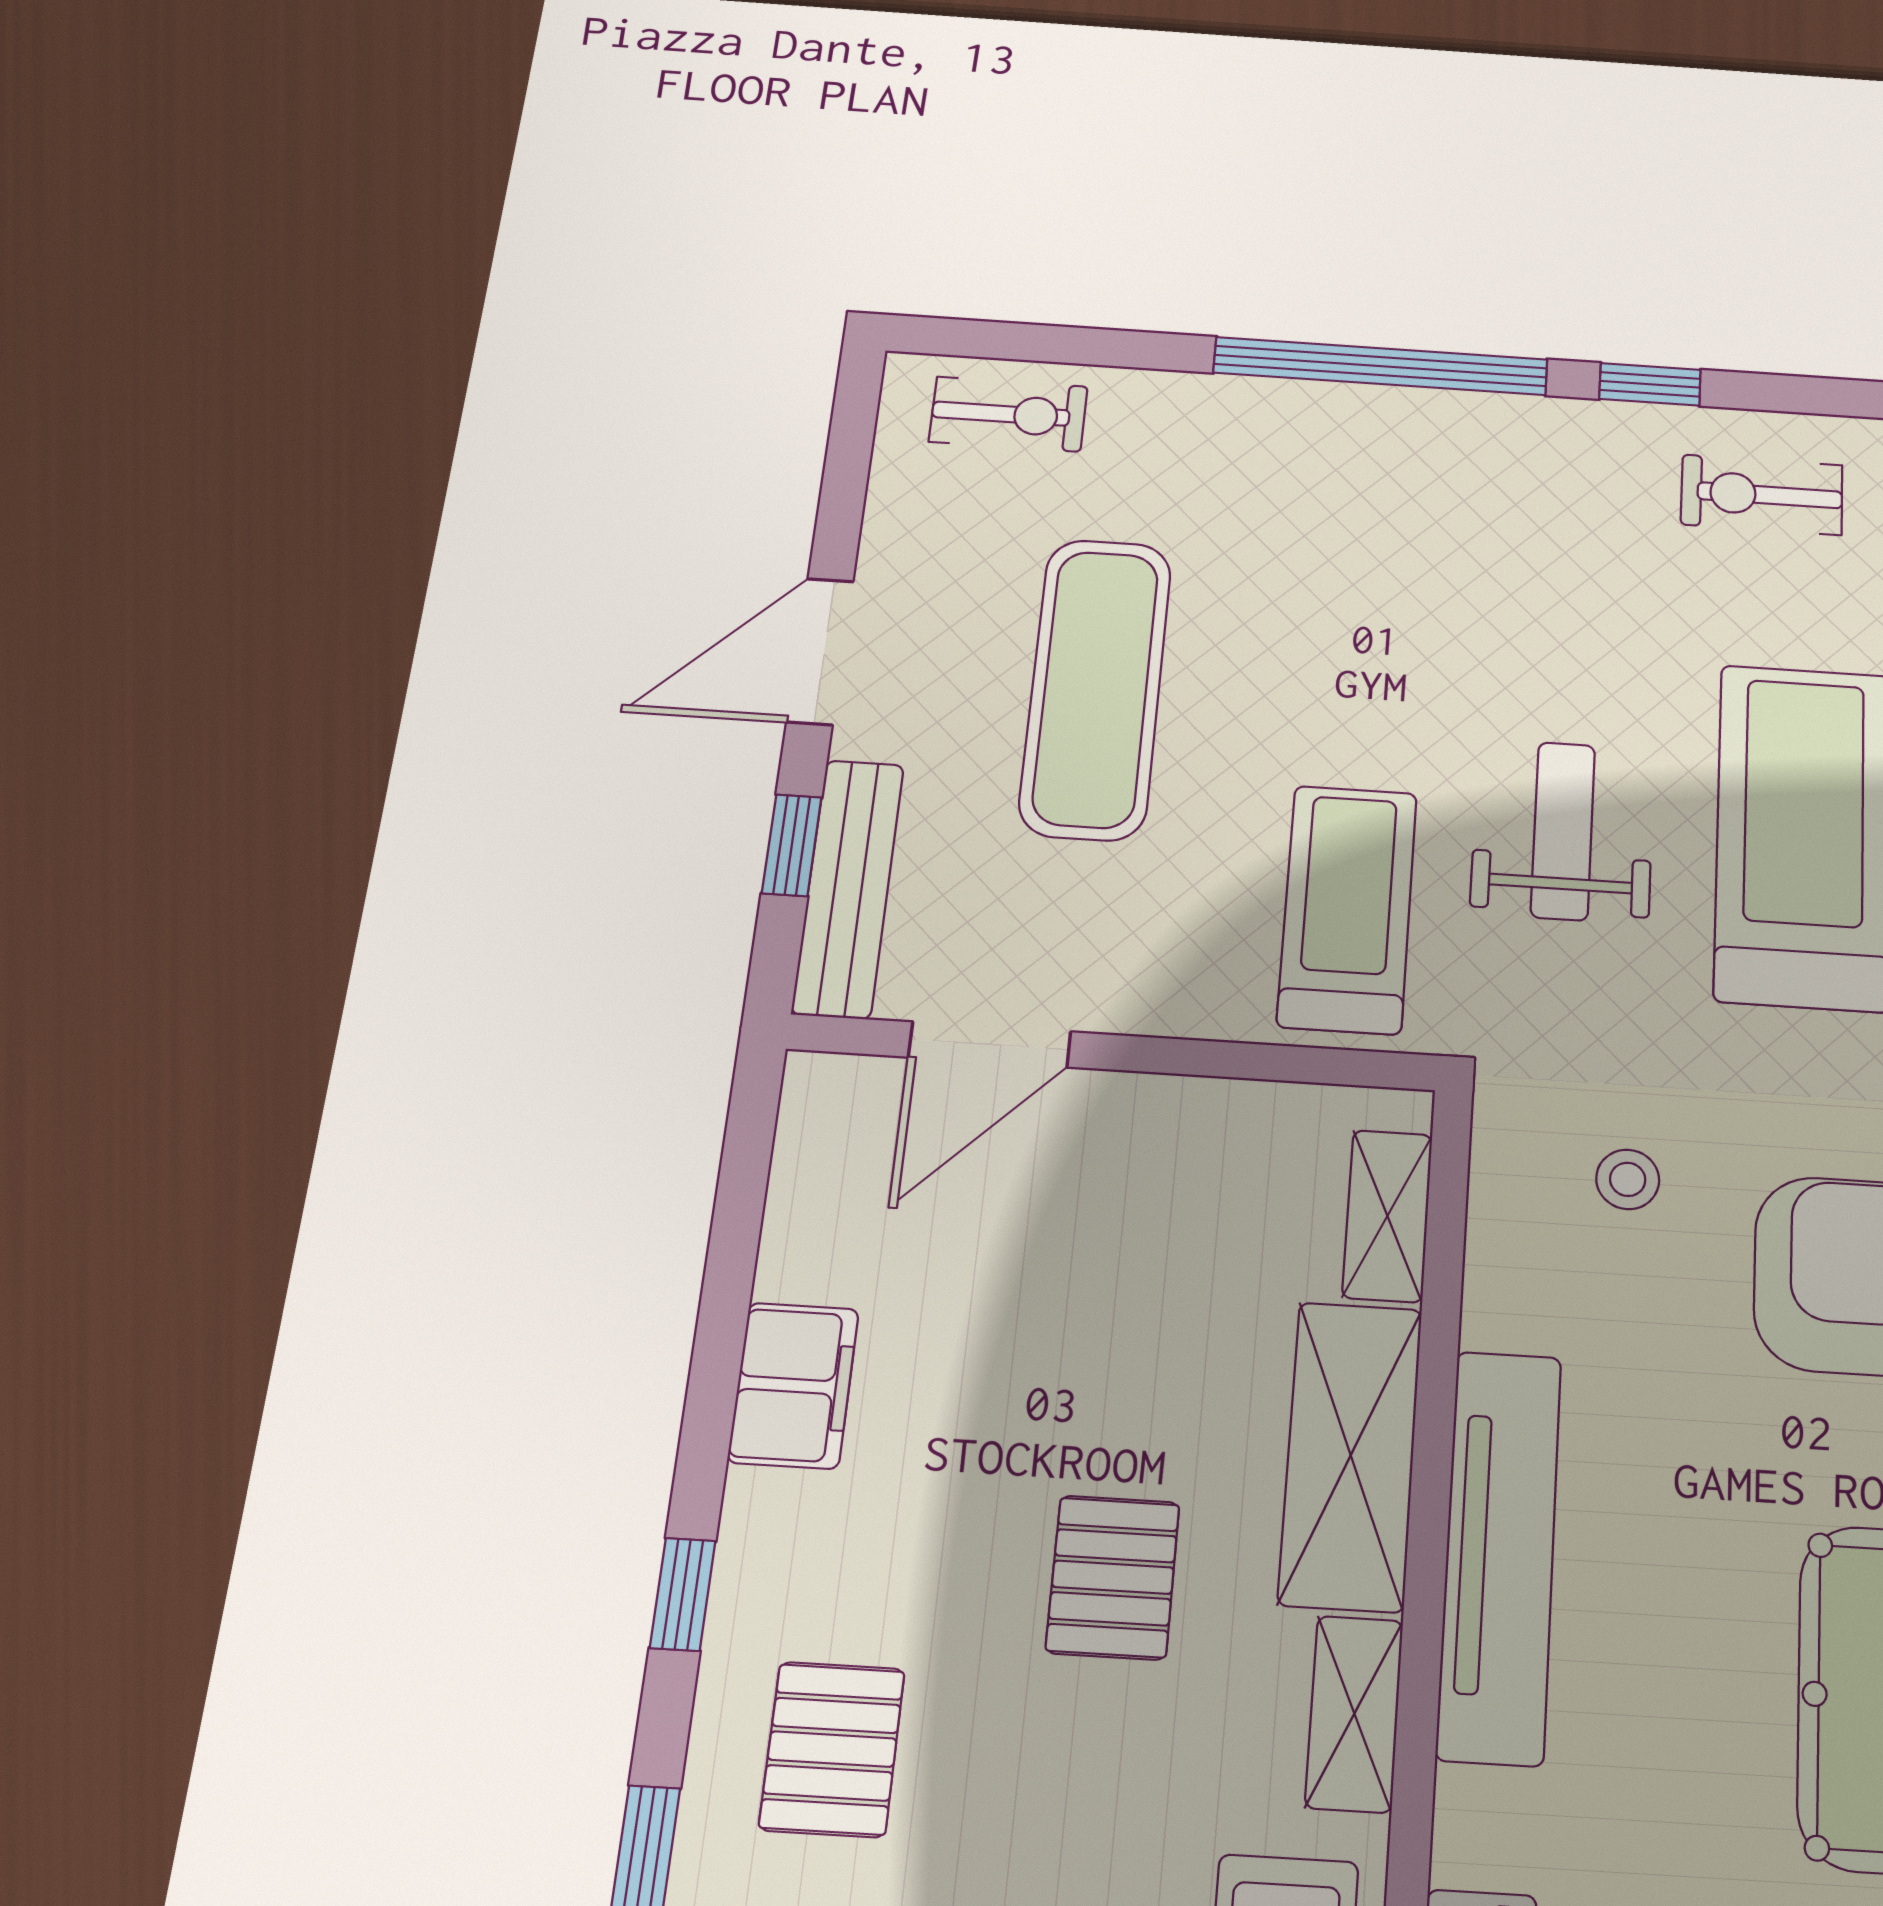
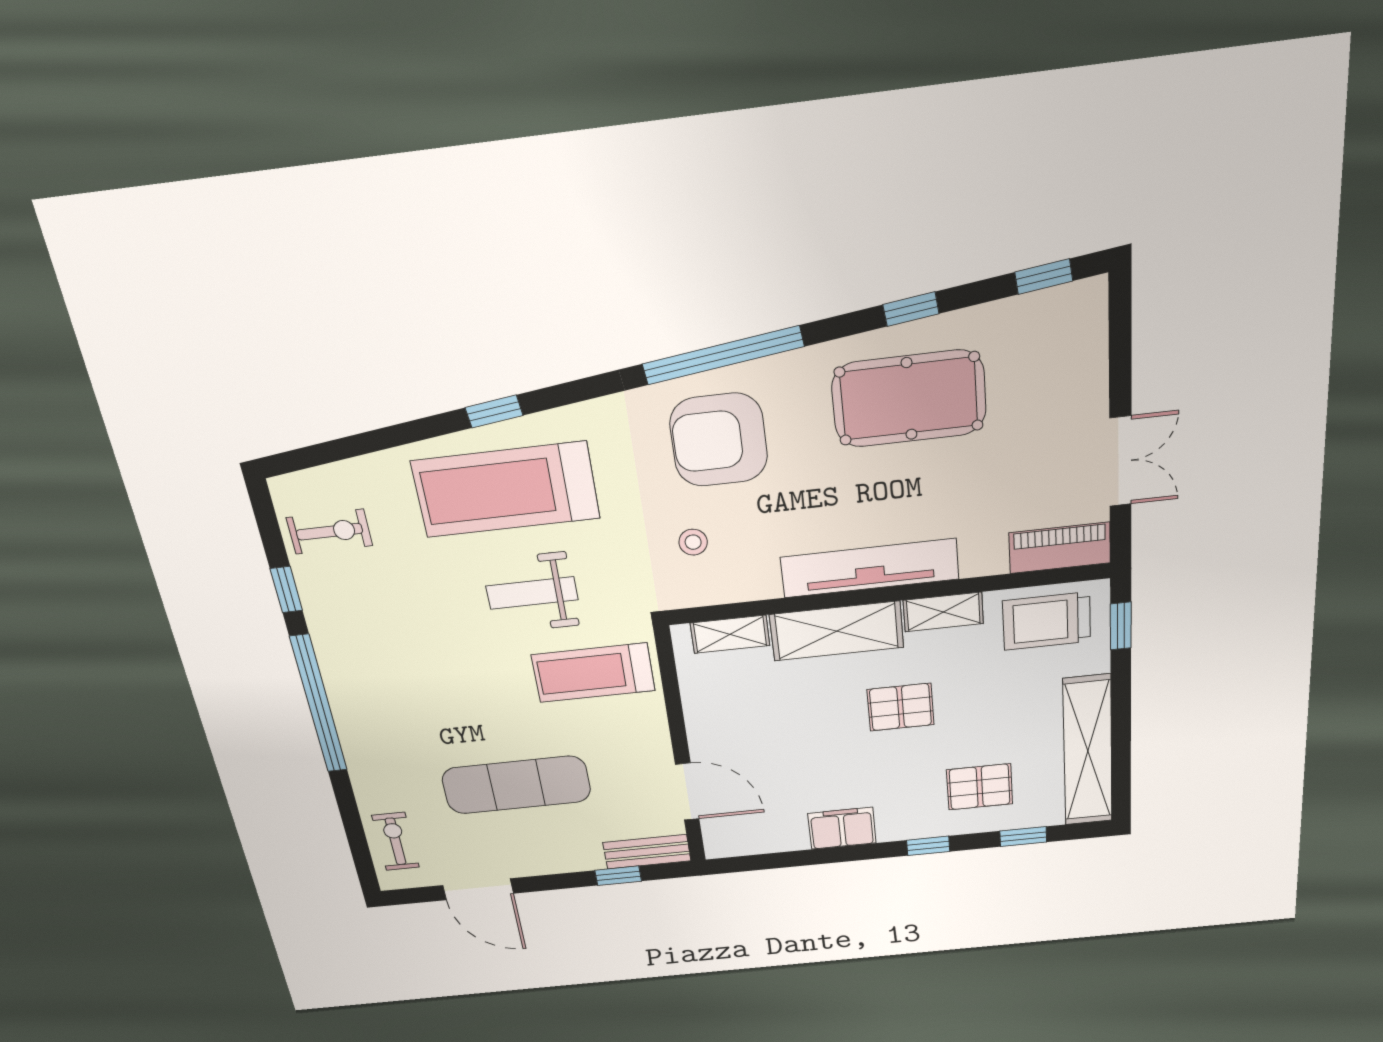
exercise bike: (1762, 495) -> (329, 532), turned -90
door: (820, 651) -> (478, 889), moved
bench: (848, 888) -> (647, 852), width x0.73

